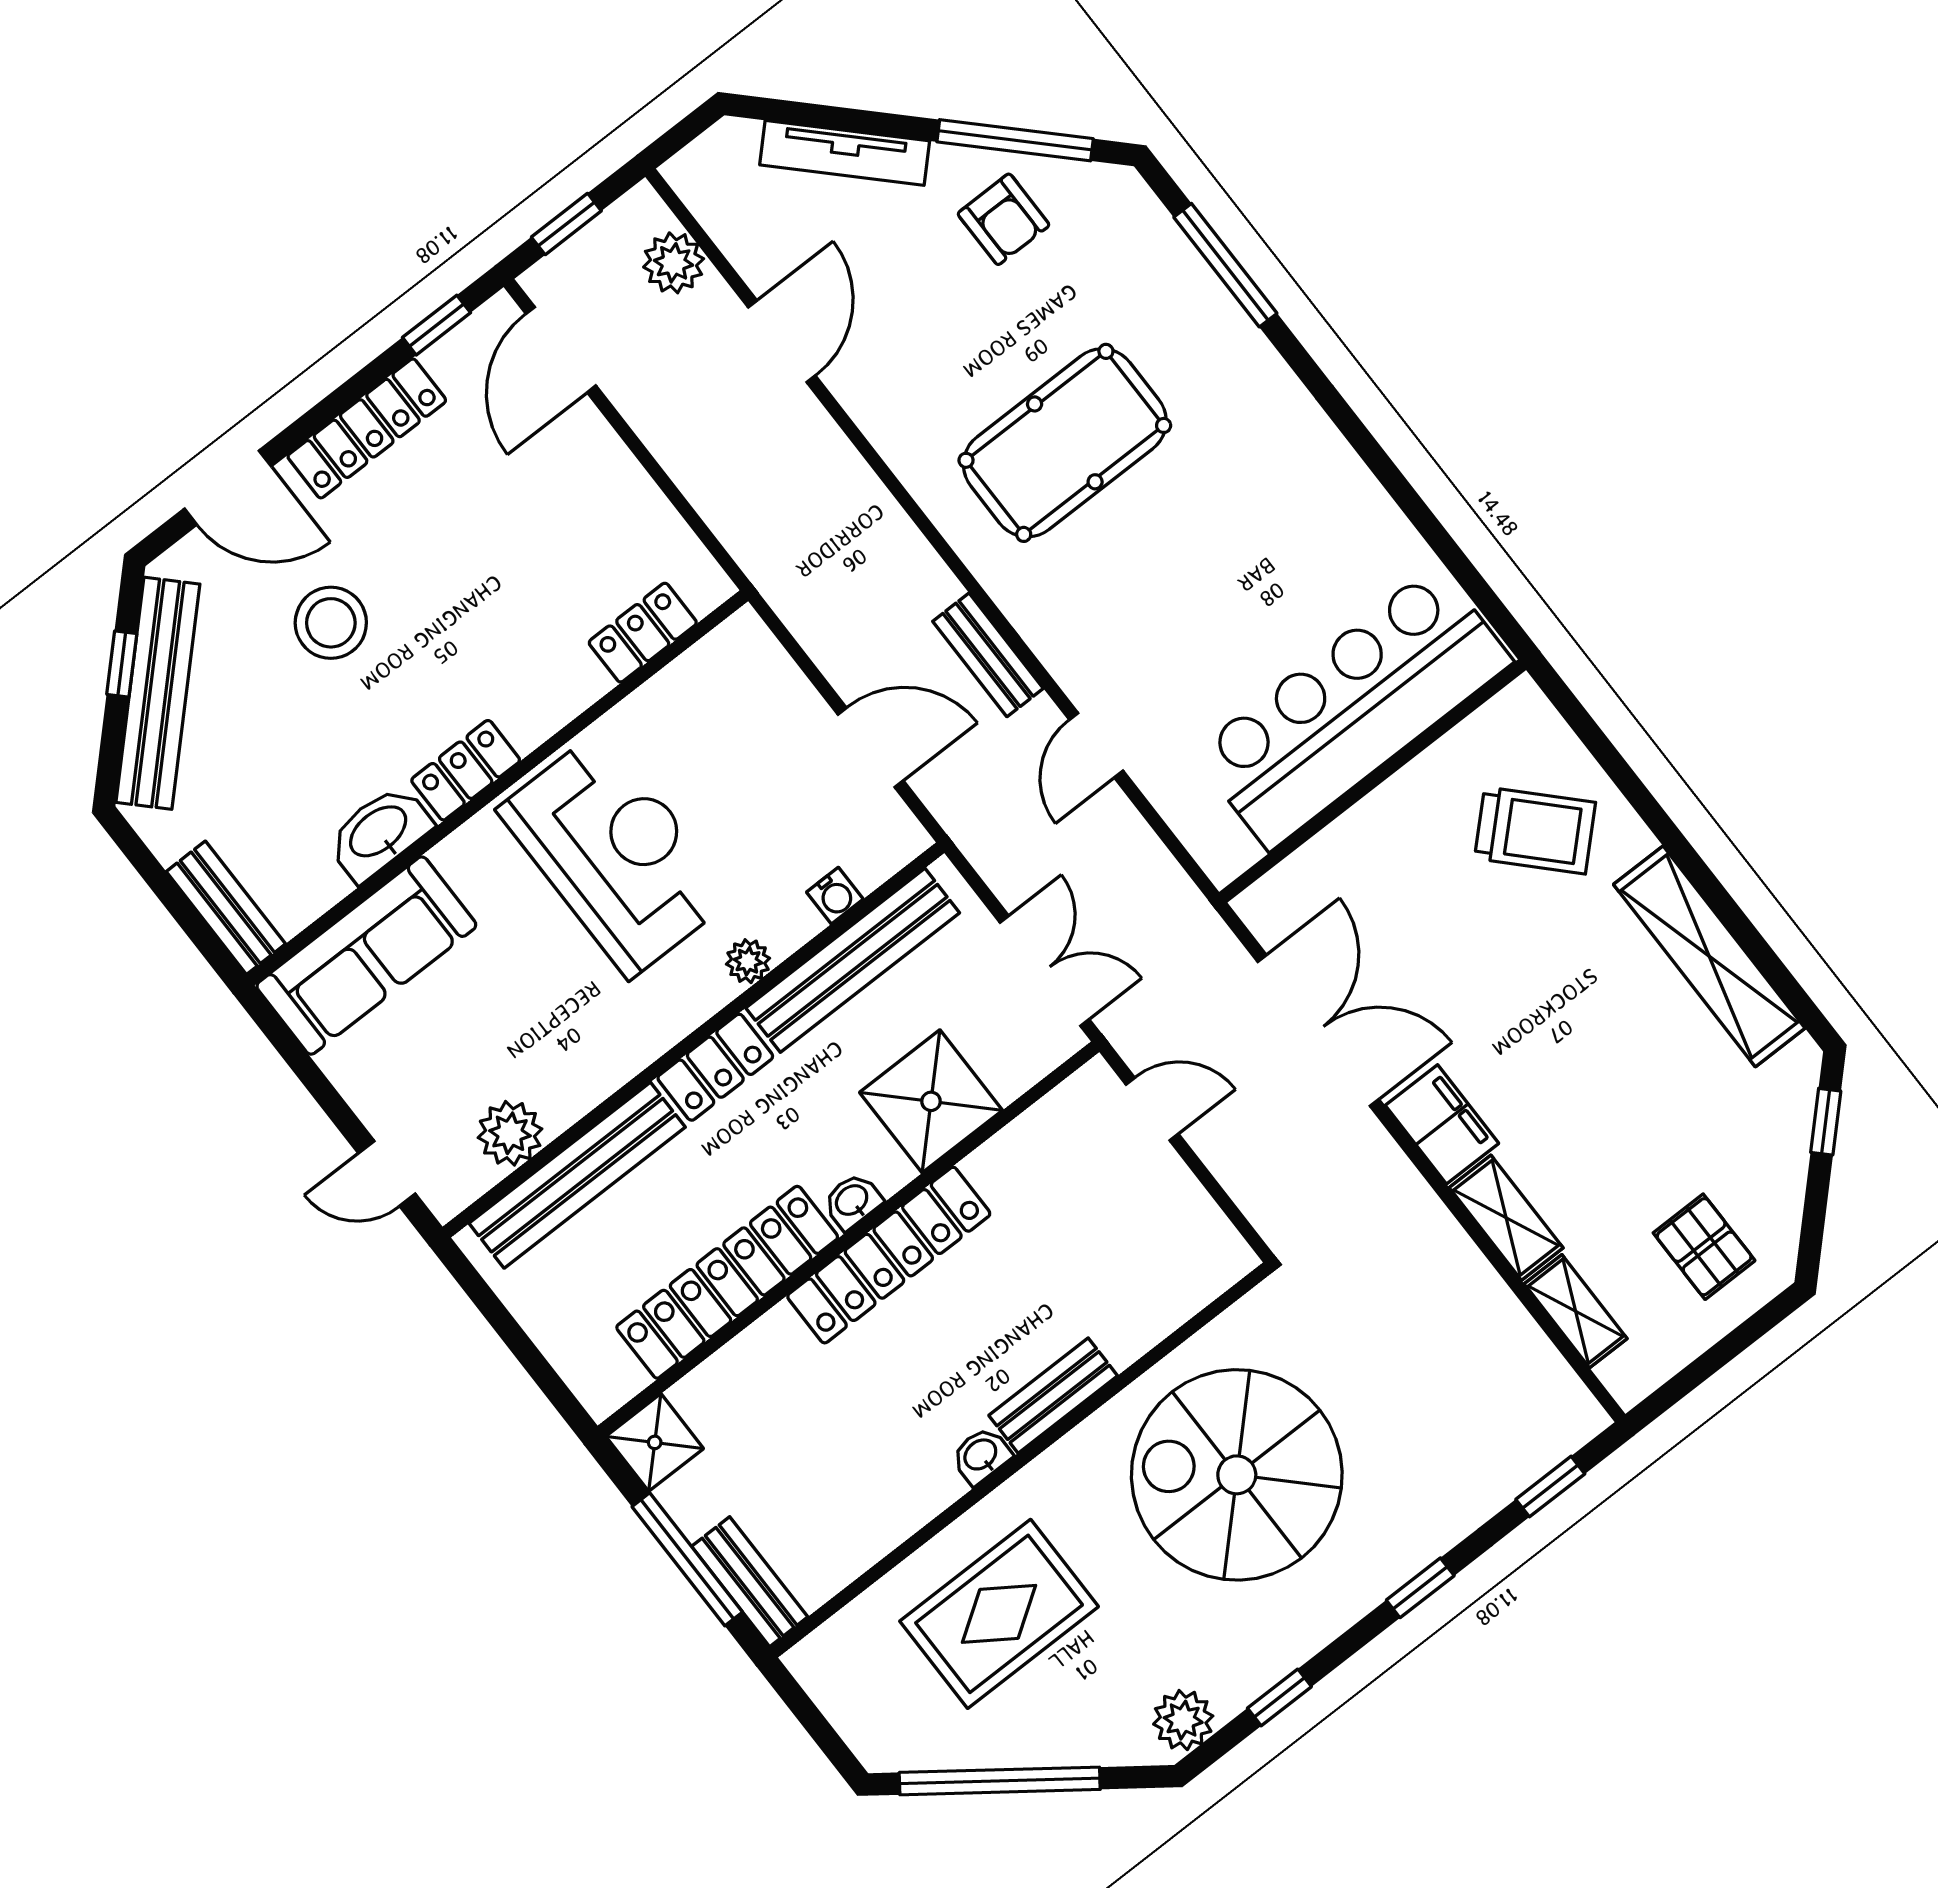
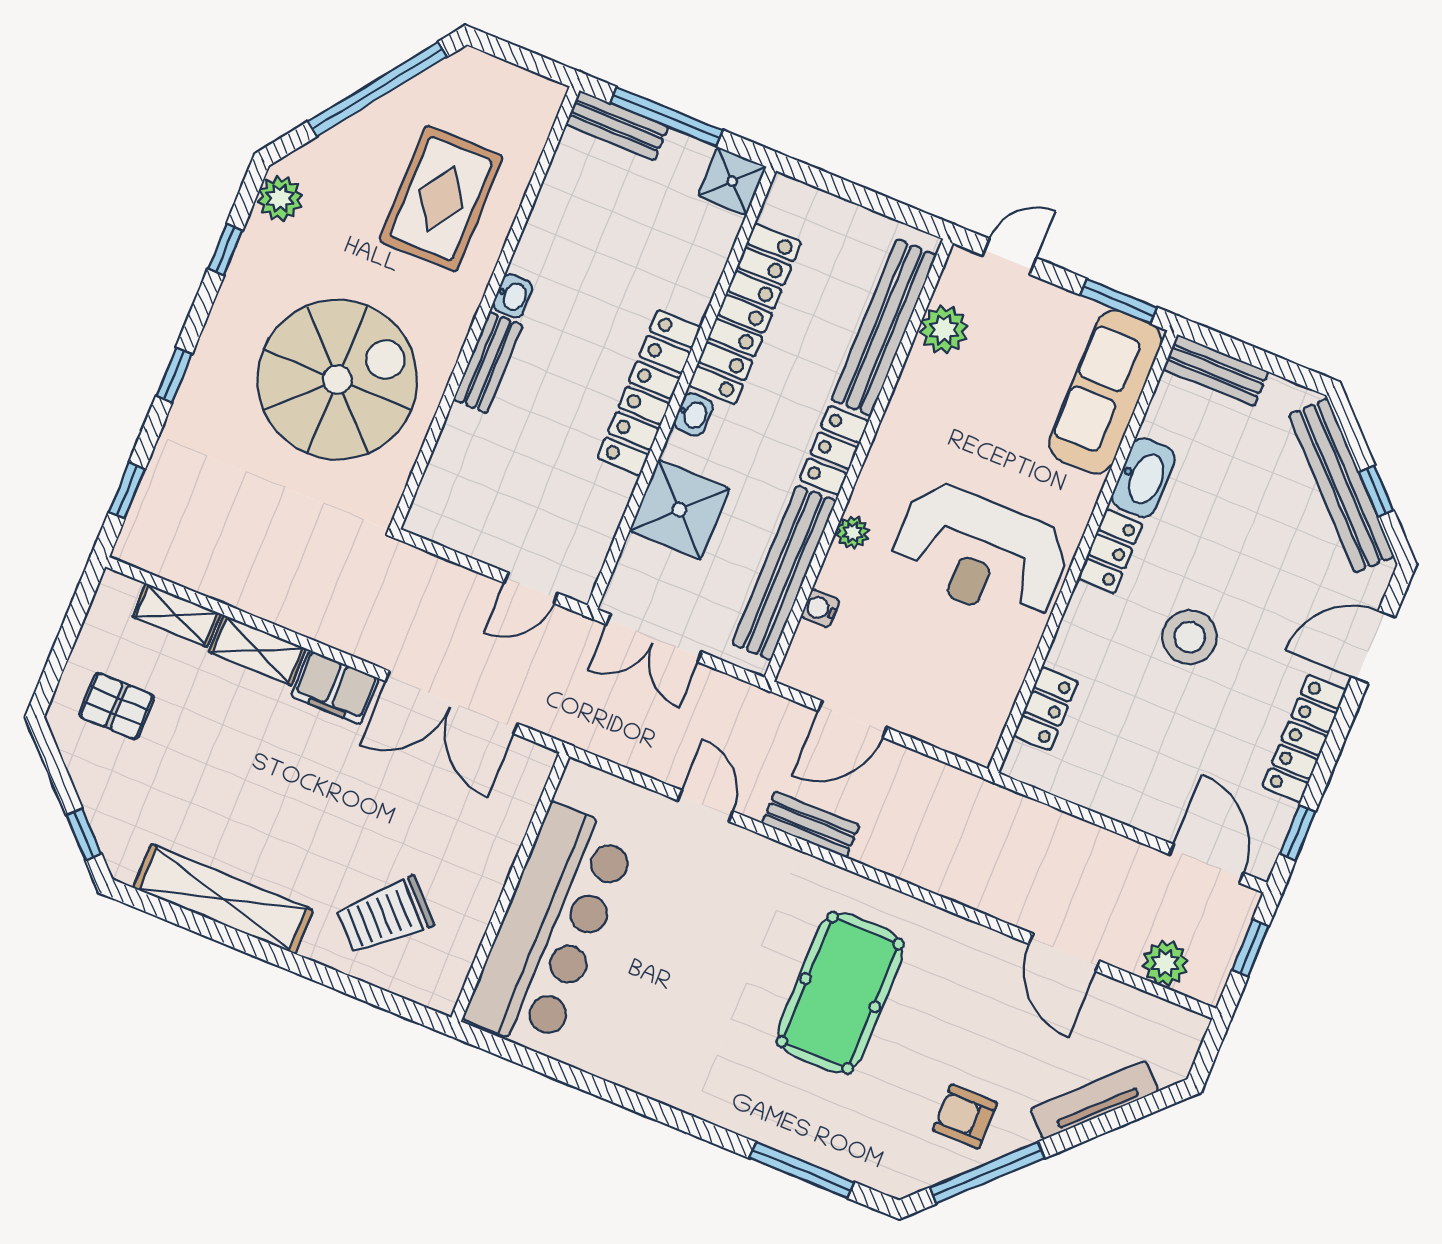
stool: (331, 623) -> (1190, 637), moved
window: (291, 1051) -> (1119, 301), added

